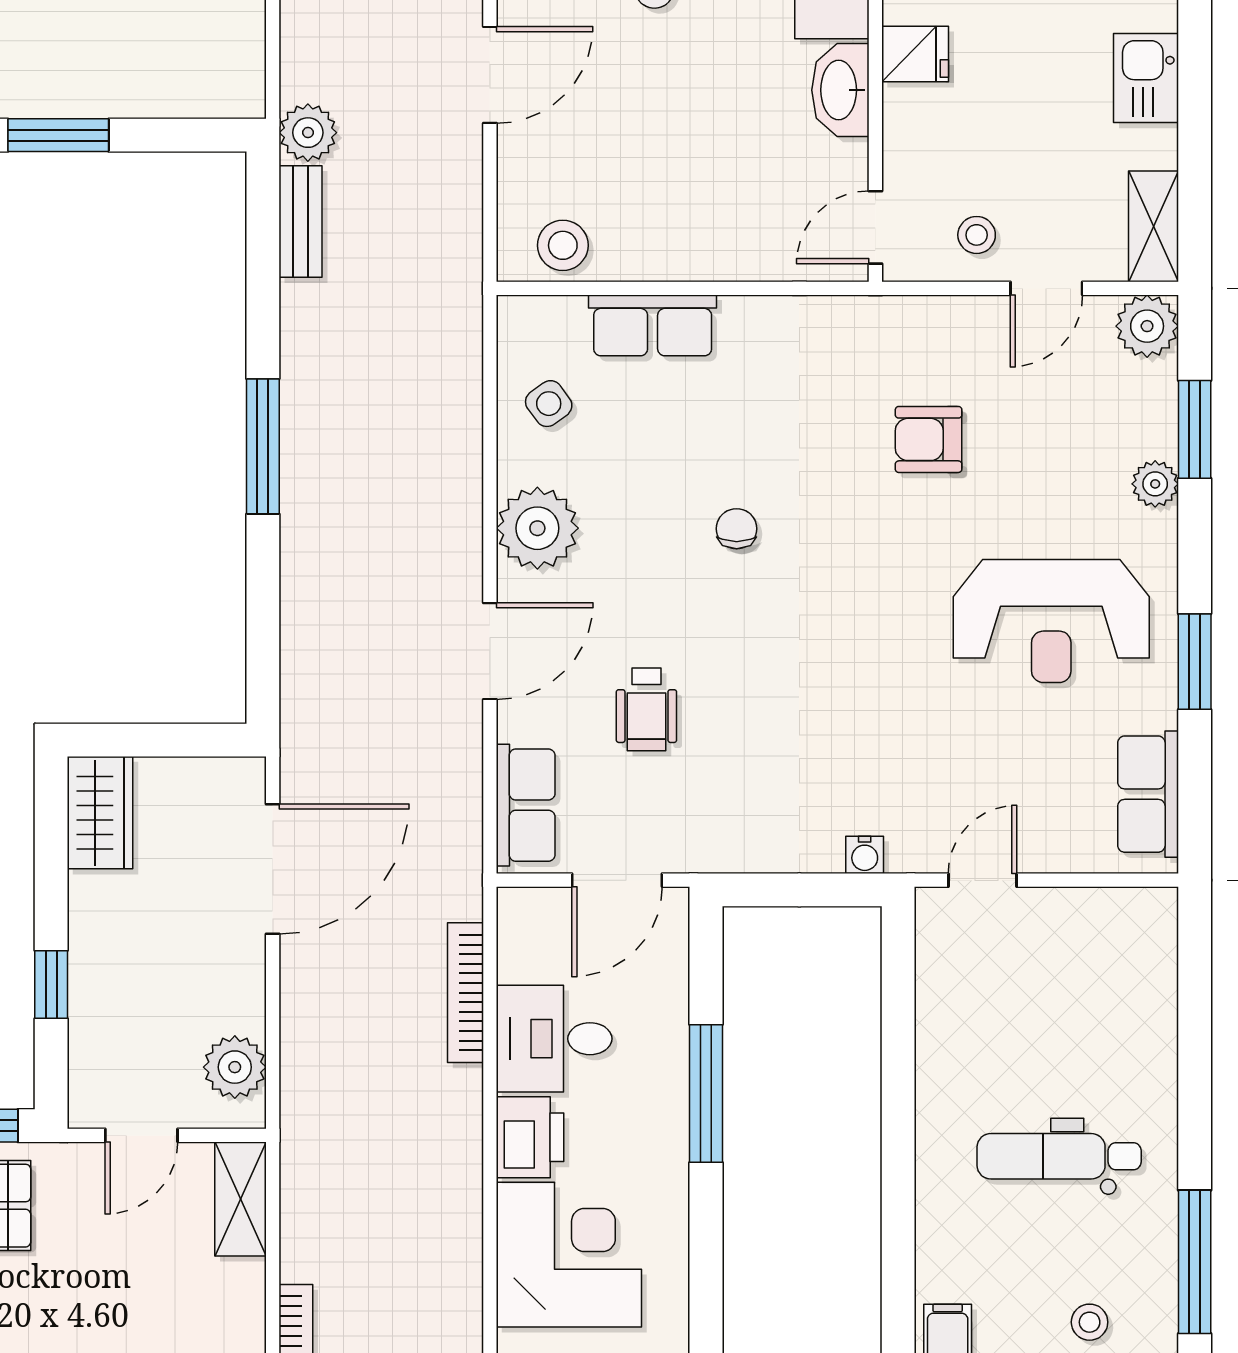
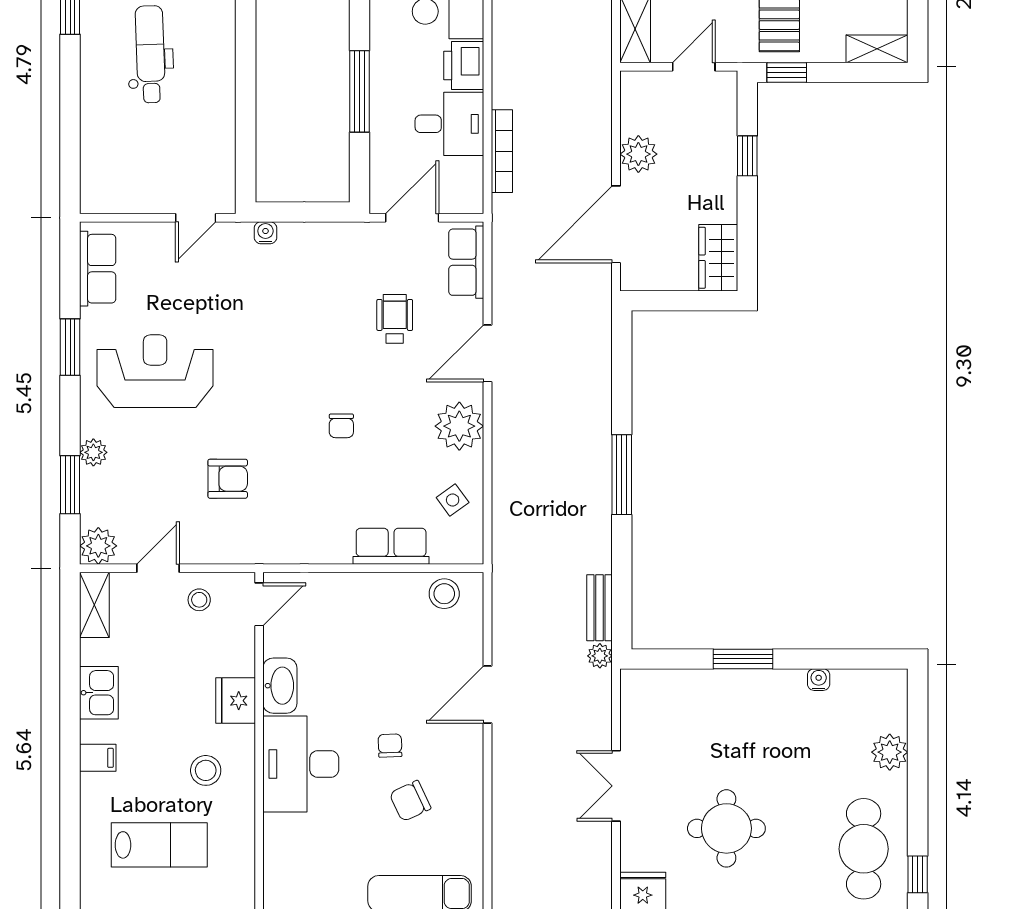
fridge: (915, 54) -> (236, 701), width x1.38
plant: (308, 133) -> (600, 656), width x0.73, depth x0.73
plant: (235, 1067) -> (638, 154), moved
dental chair: (1059, 1156) -> (150, 54), turned -92

